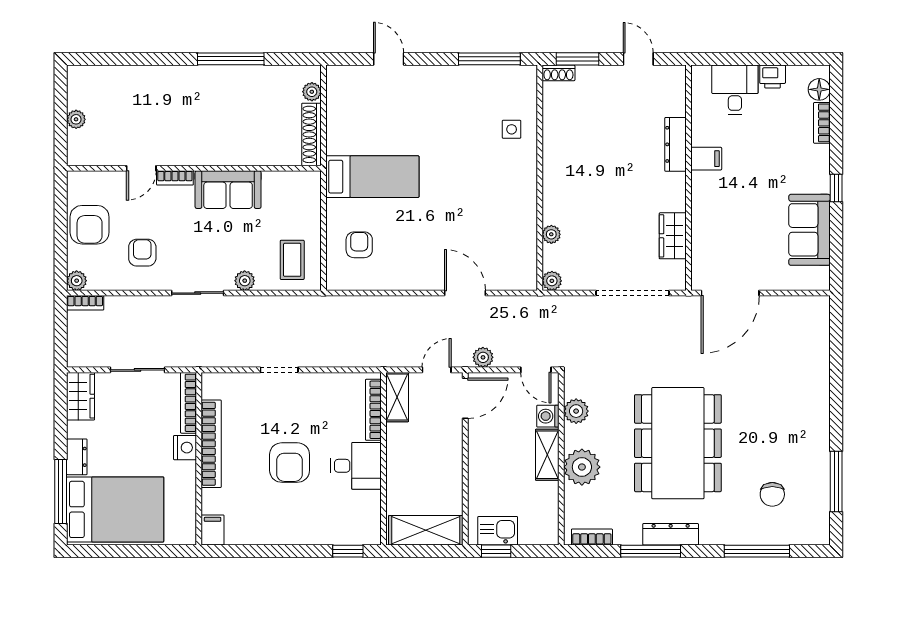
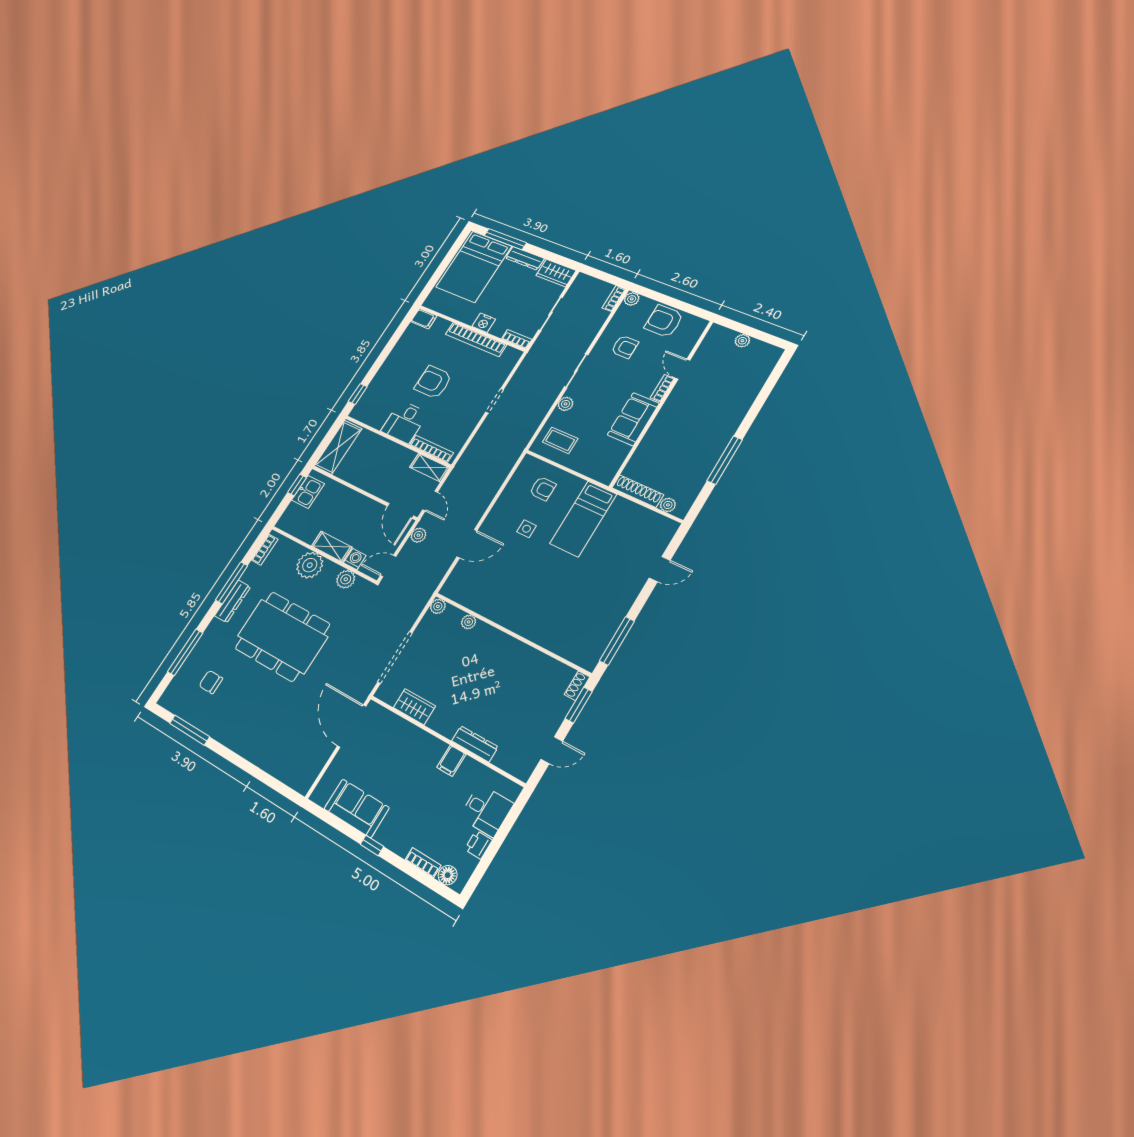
side table: (512, 129) -> (527, 529), moved
bookcase: (189, 403) -> (517, 339), width x0.64
dresser: (77, 457) -> (525, 258), width x1.44

